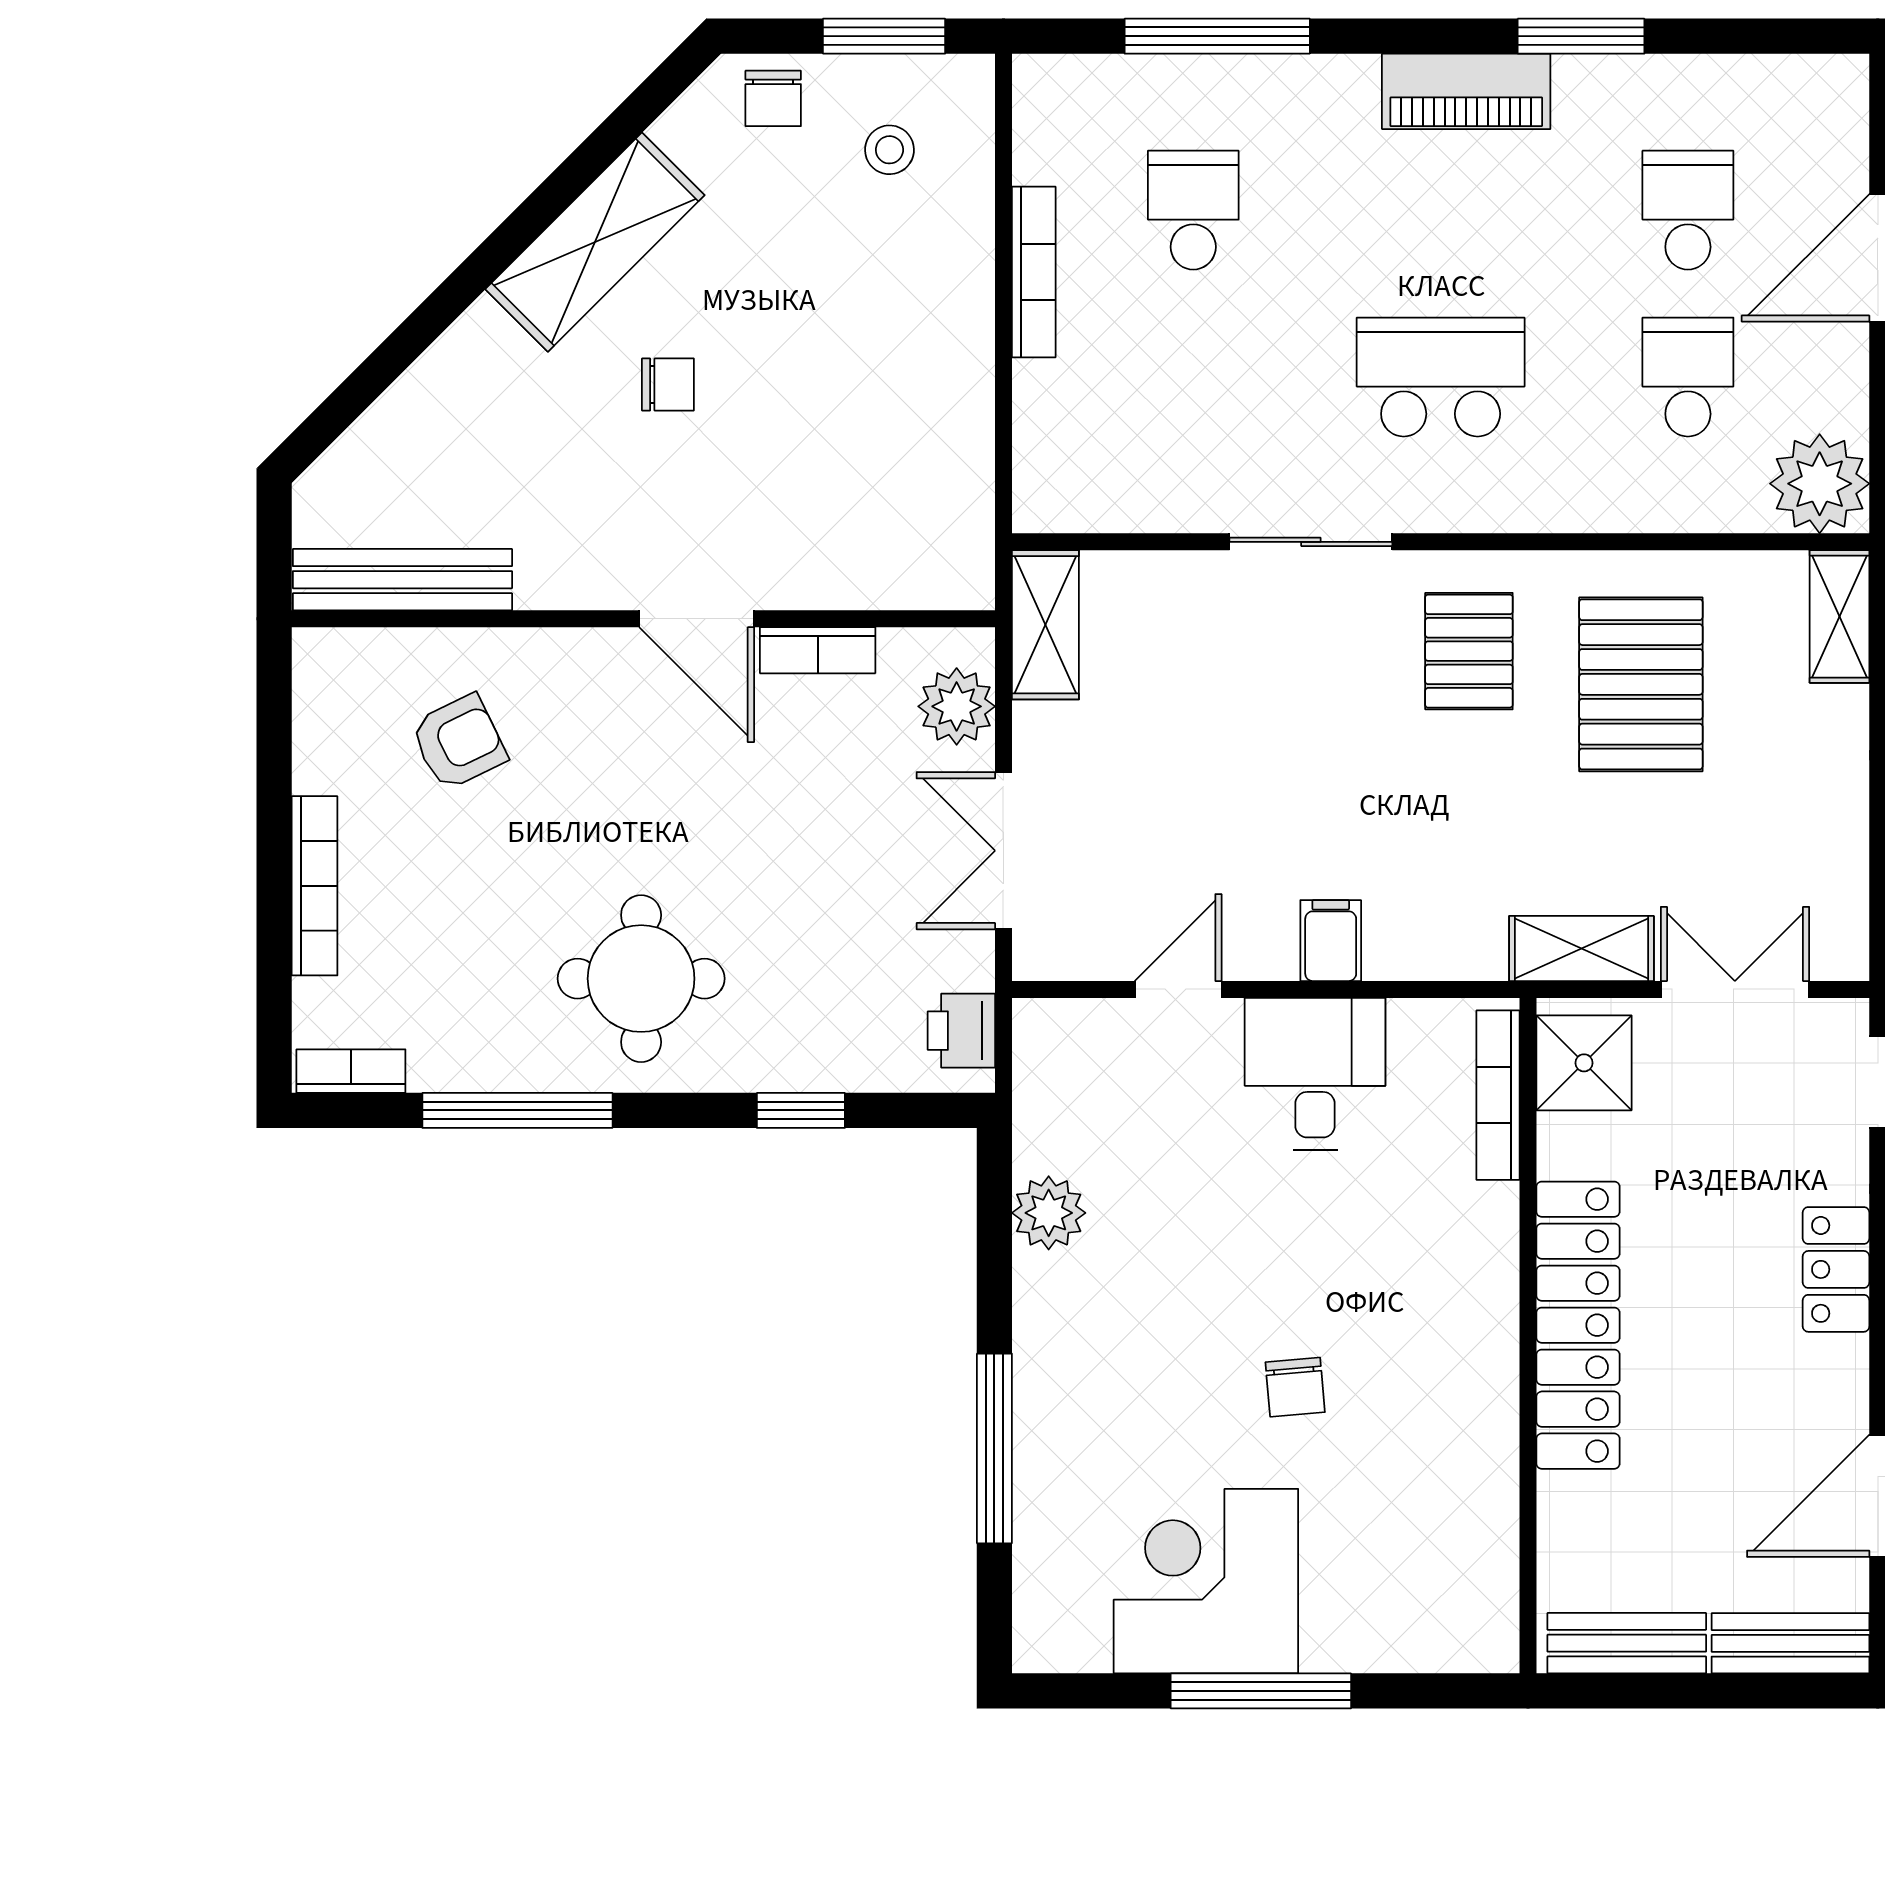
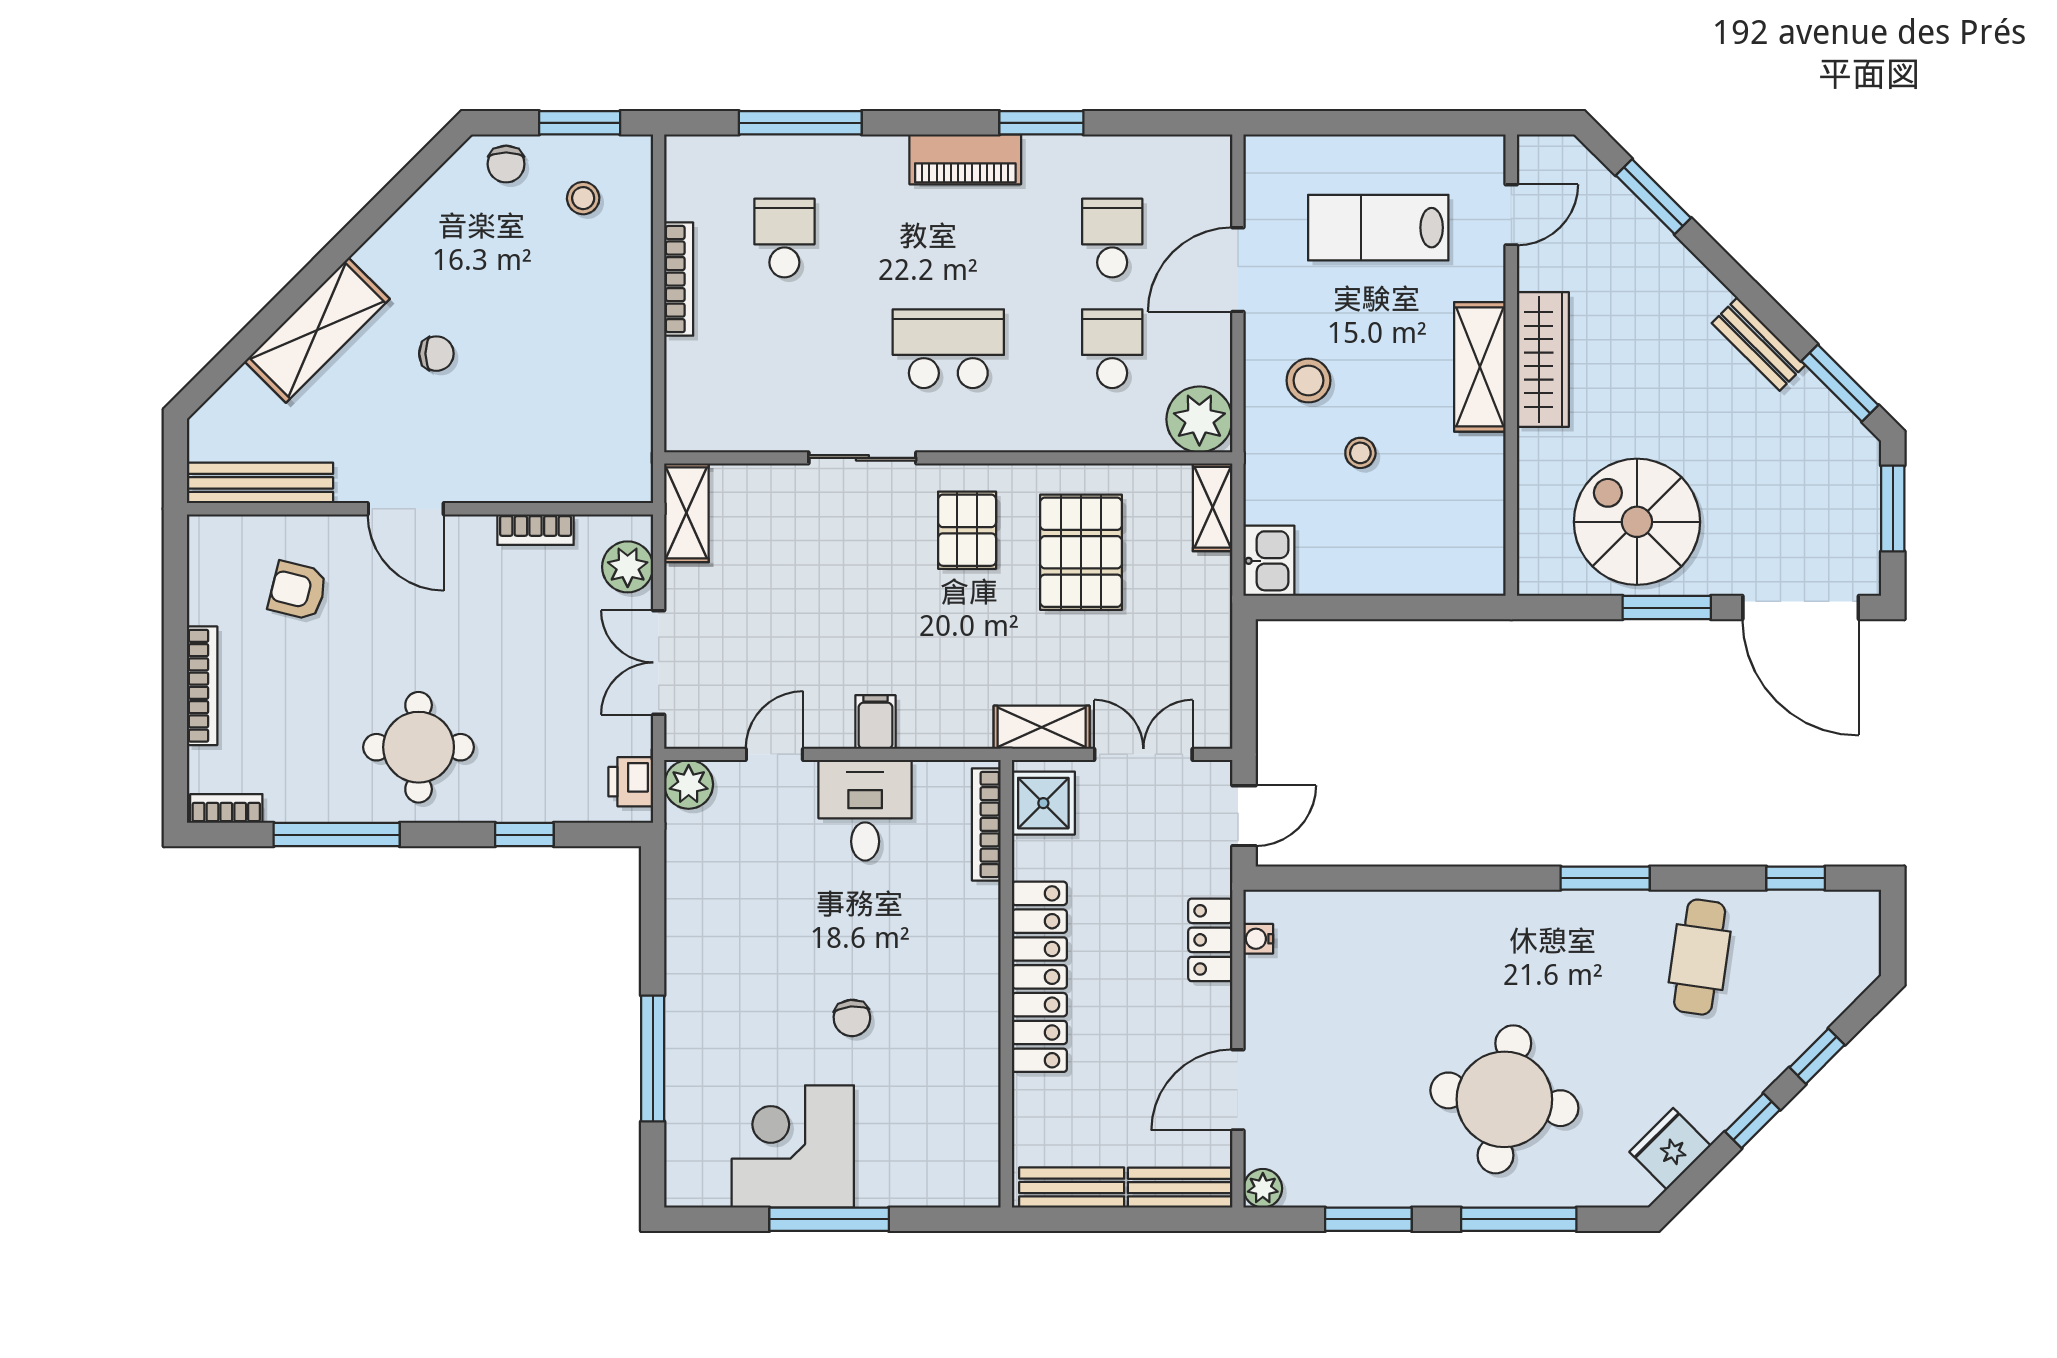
shelving: (595, 242) -> (317, 330), moved
door: (697, 619) -> (406, 509), moved
armchair: (459, 742) -> (298, 591), turned -140
plant: (1049, 1213) -> (689, 784), moved

